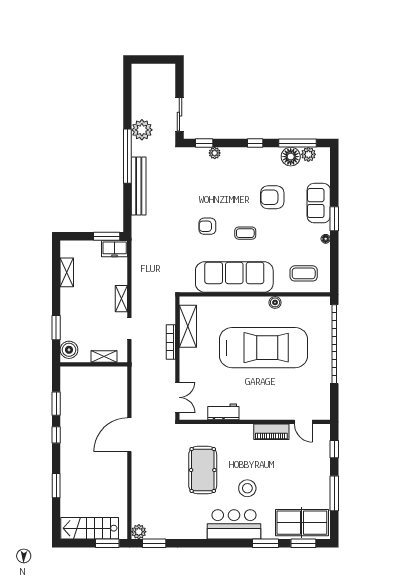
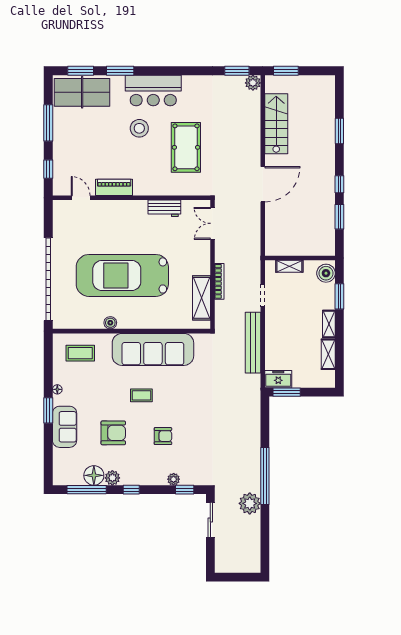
plant: (308, 154) -> (112, 478), moved
bench: (139, 186) -> (253, 343), moved
armchair: (207, 226) -> (163, 436), moved
shelving: (121, 299) -> (329, 324), moved
stairs: (90, 528) -> (276, 124), moved, turned -90

